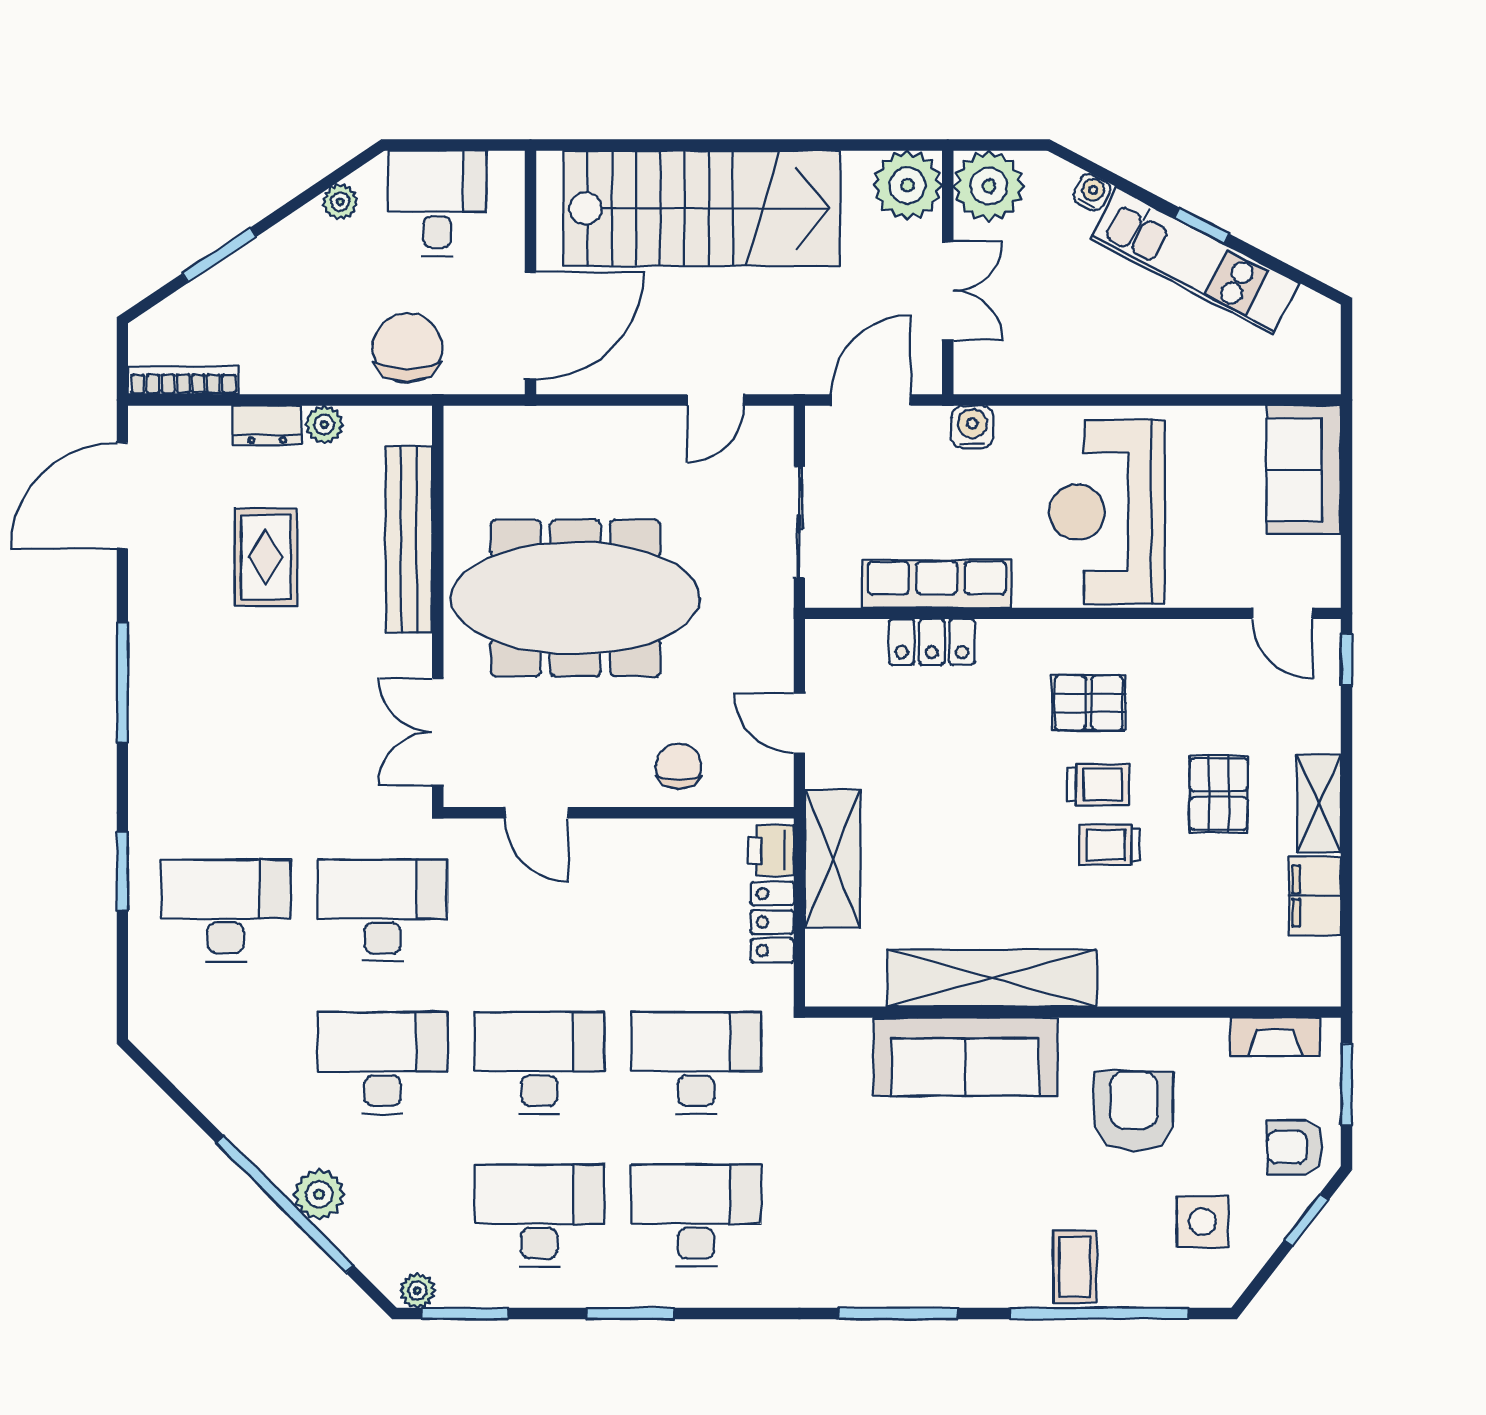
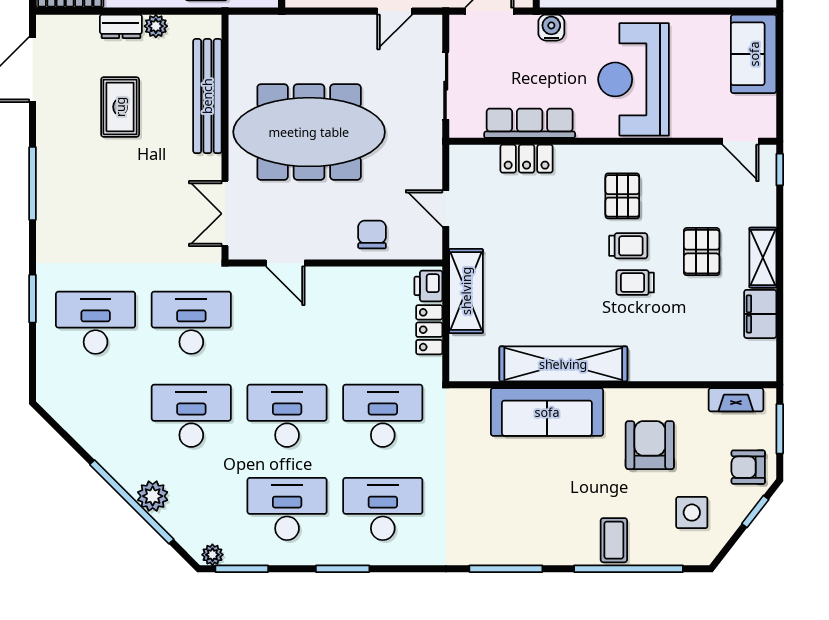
pallet: (1089, 703) -> (622, 196), turned 90

